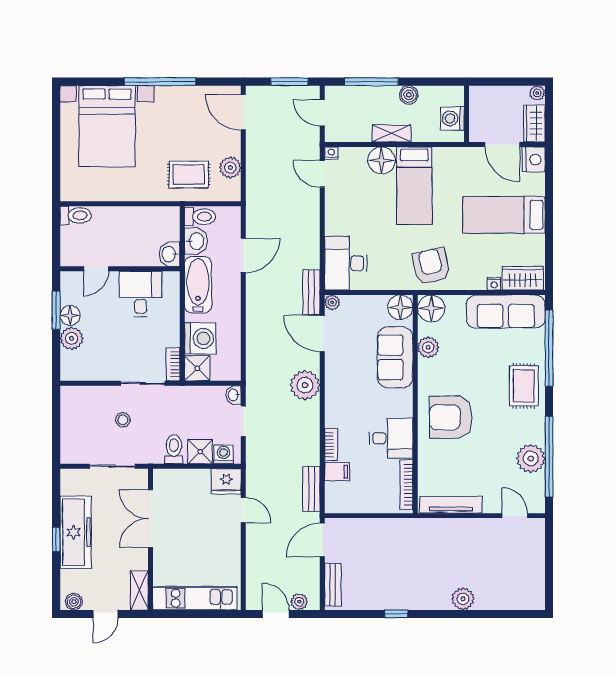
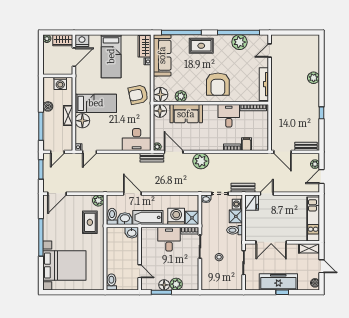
plant: (230, 168) -> (98, 200), moved
desk: (141, 294) -> (169, 239), moved, turned 90
door: (322, 334) -> (174, 152), swing flipped
bench: (311, 489) -> (243, 188), moved

